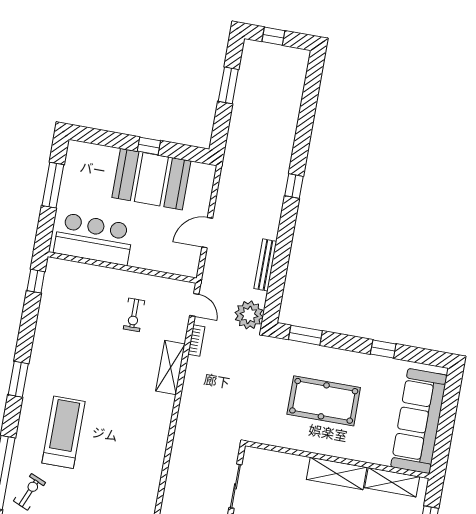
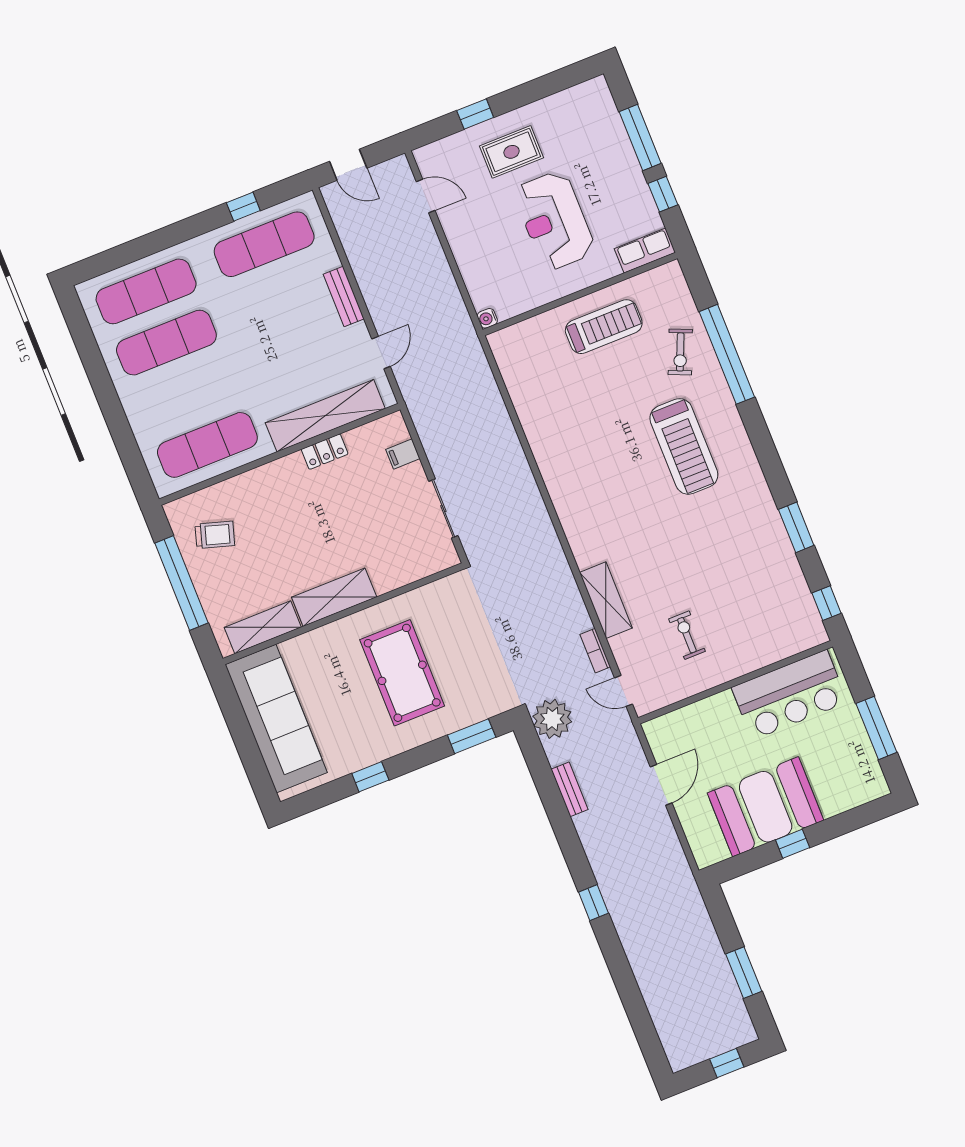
bench: (265, 265) -> (569, 789), width x0.73
window: (18, 379) -> (796, 527), moved
pool table: (324, 401) -> (402, 673), turned 90

